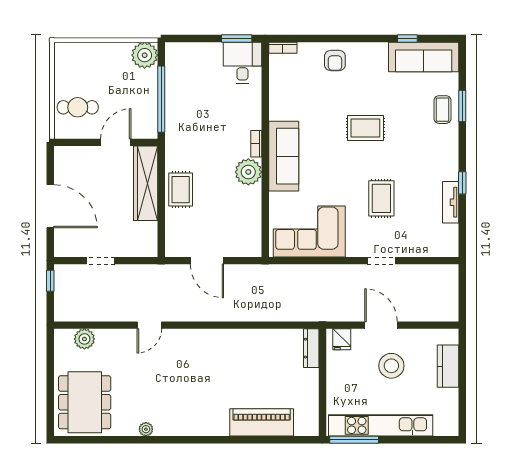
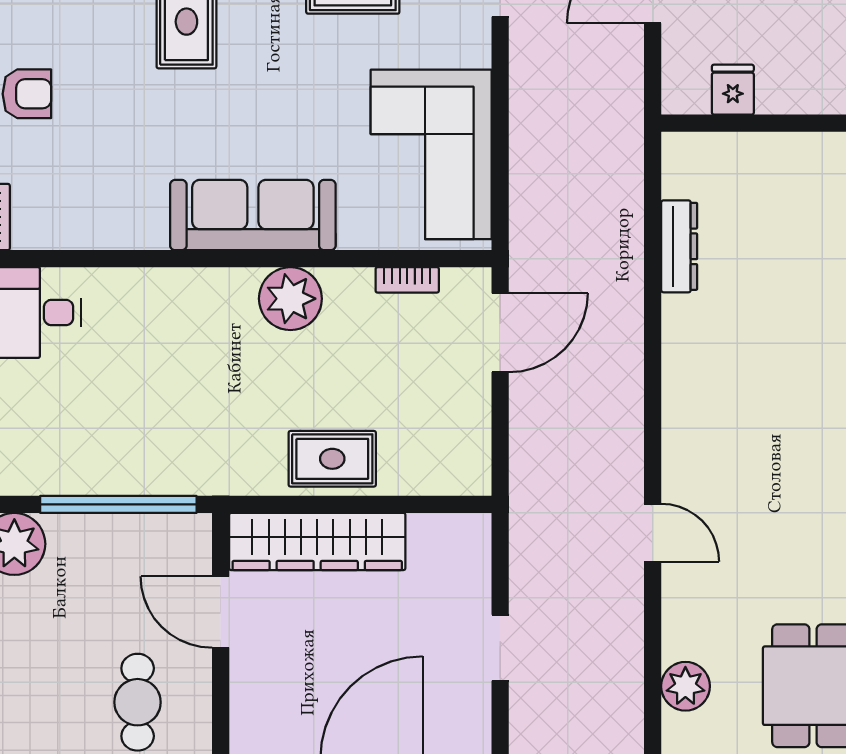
bookcase: (256, 144) -> (407, 280), moved
door: (207, 261) -> (500, 333), moved
fridge: (342, 339) -> (733, 90), moved, turned -90
dresser: (311, 348) -> (679, 246), moved, turned -90

